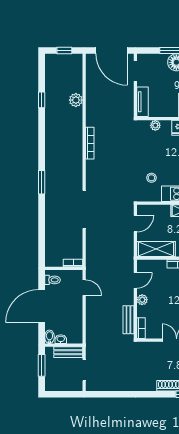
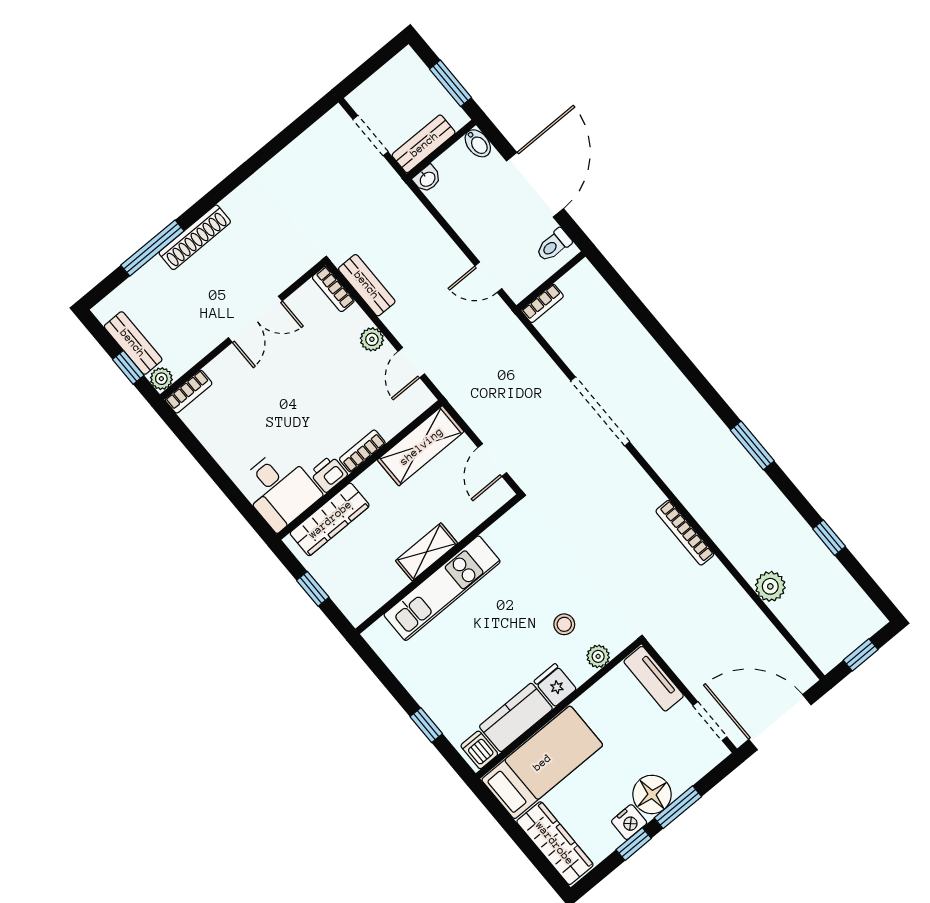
stool: (151, 178) -> (564, 624), moved
window: (42, 182) -> (752, 445), moved
washbasin: (61, 339) -> (427, 179), moved

